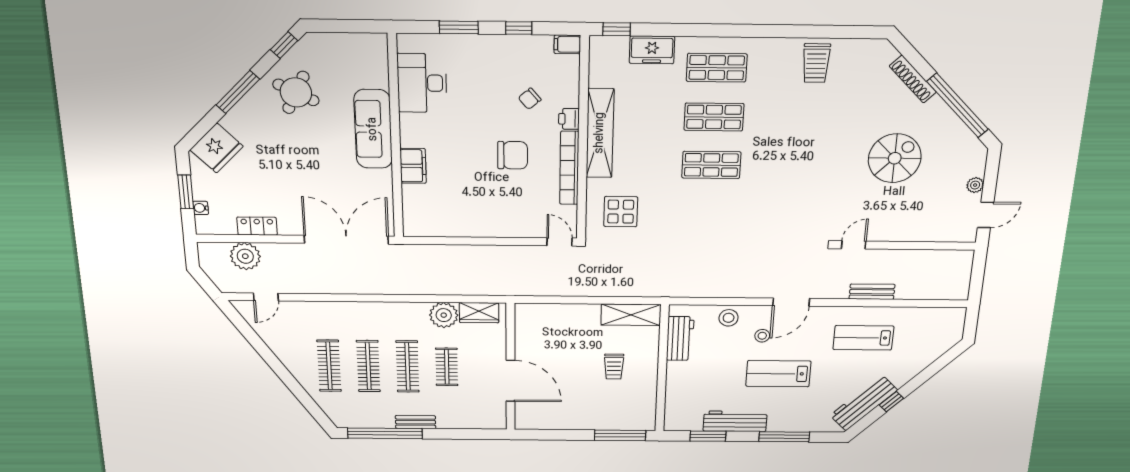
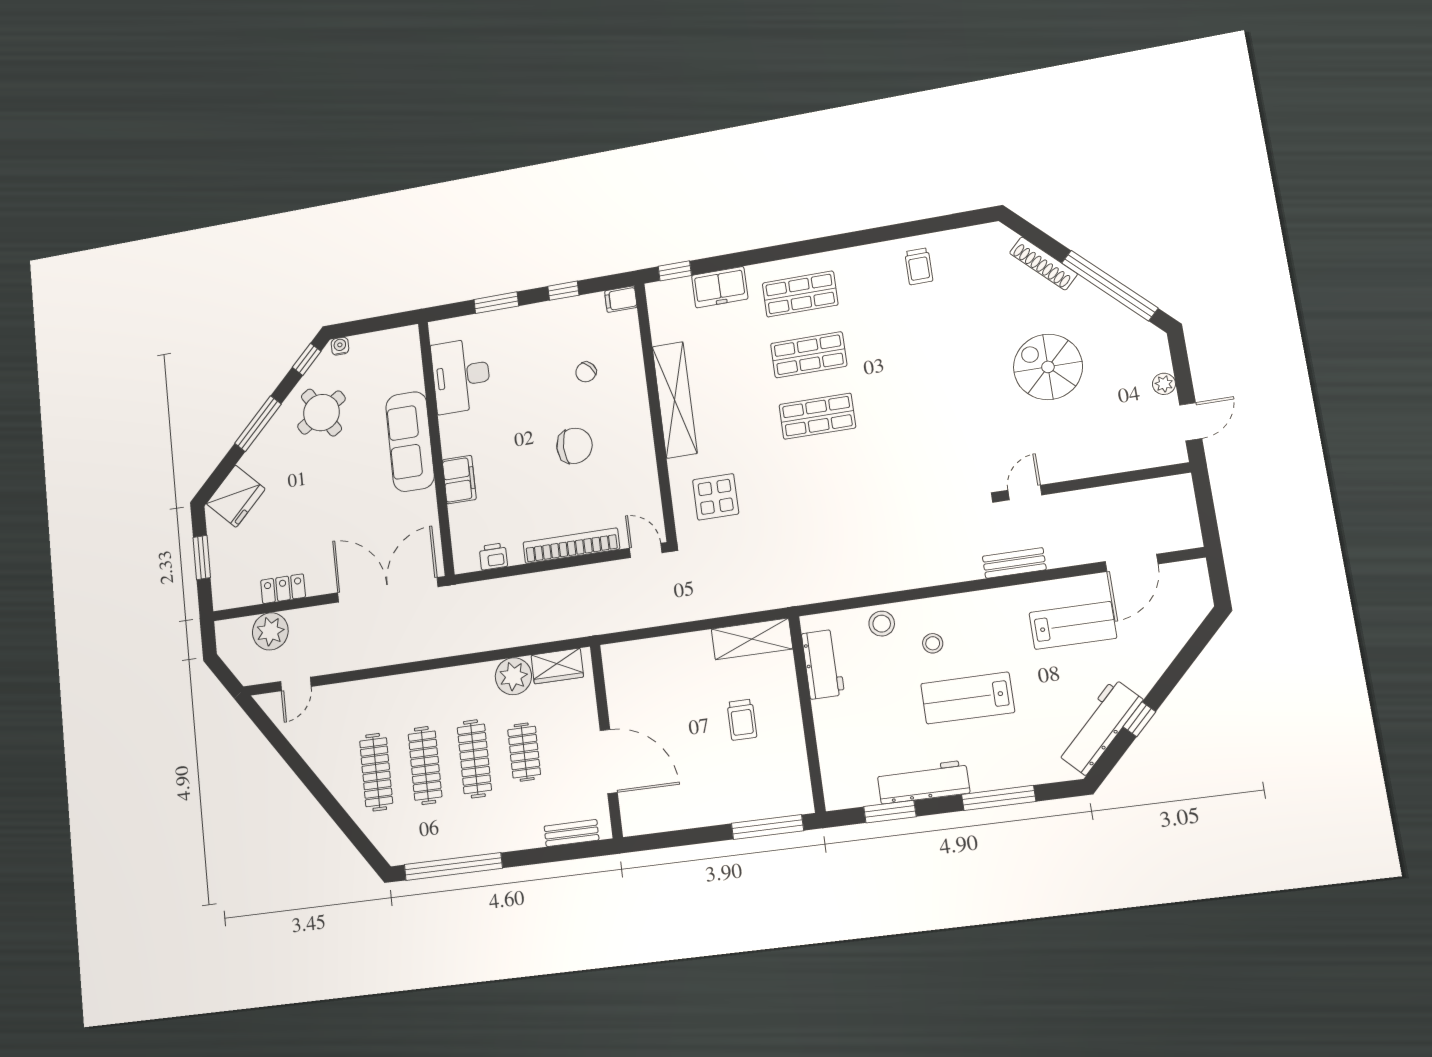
trolley: (816, 63) -> (919, 266), width x0.73, depth x0.72
round table: (296, 92) -> (321, 413), turned 32
printer: (569, 119) -> (493, 556), moved, turned 90
spiral stairs: (895, 158) -> (1048, 367), turned -90
bookcase: (569, 168) -> (571, 546), moved, turned 90
water cooler: (201, 208) -> (340, 346), moved, turned 90
bench: (872, 292) -> (1014, 563), moved
door: (791, 302) -> (1132, 563), moved
lab bench: (863, 338) -> (1073, 625), turned 180
bench: (416, 422) -> (571, 833), moved

